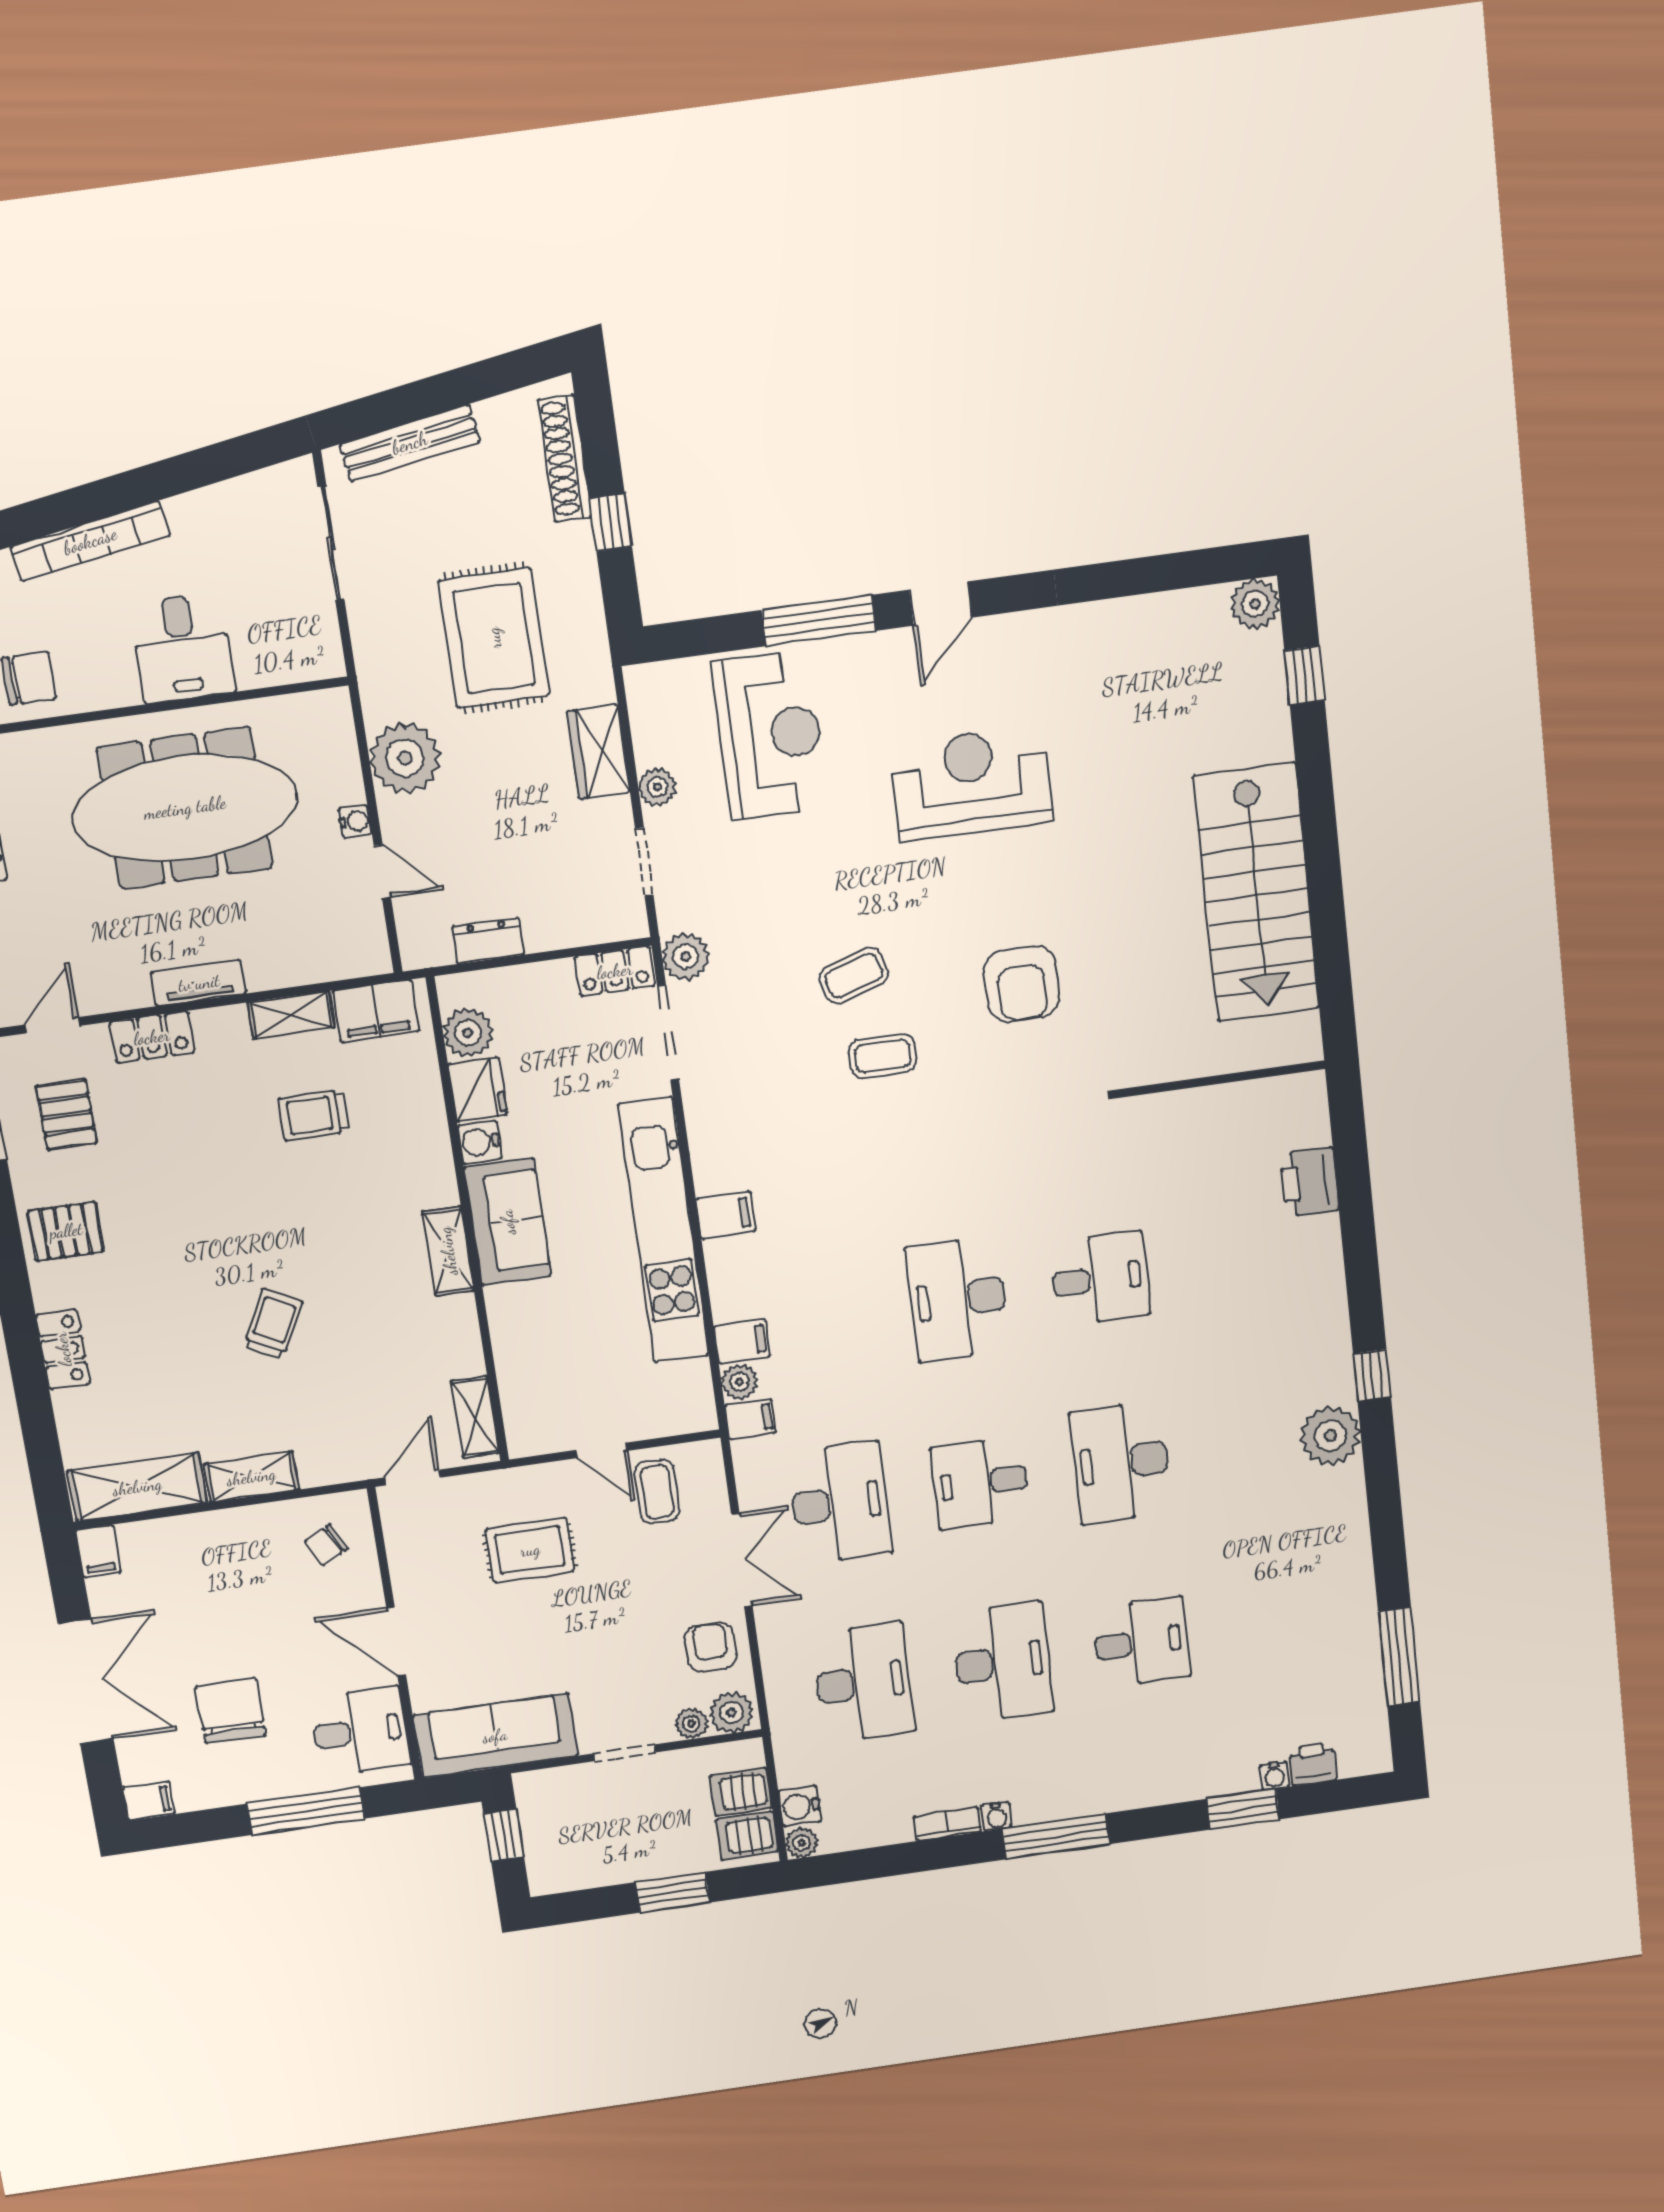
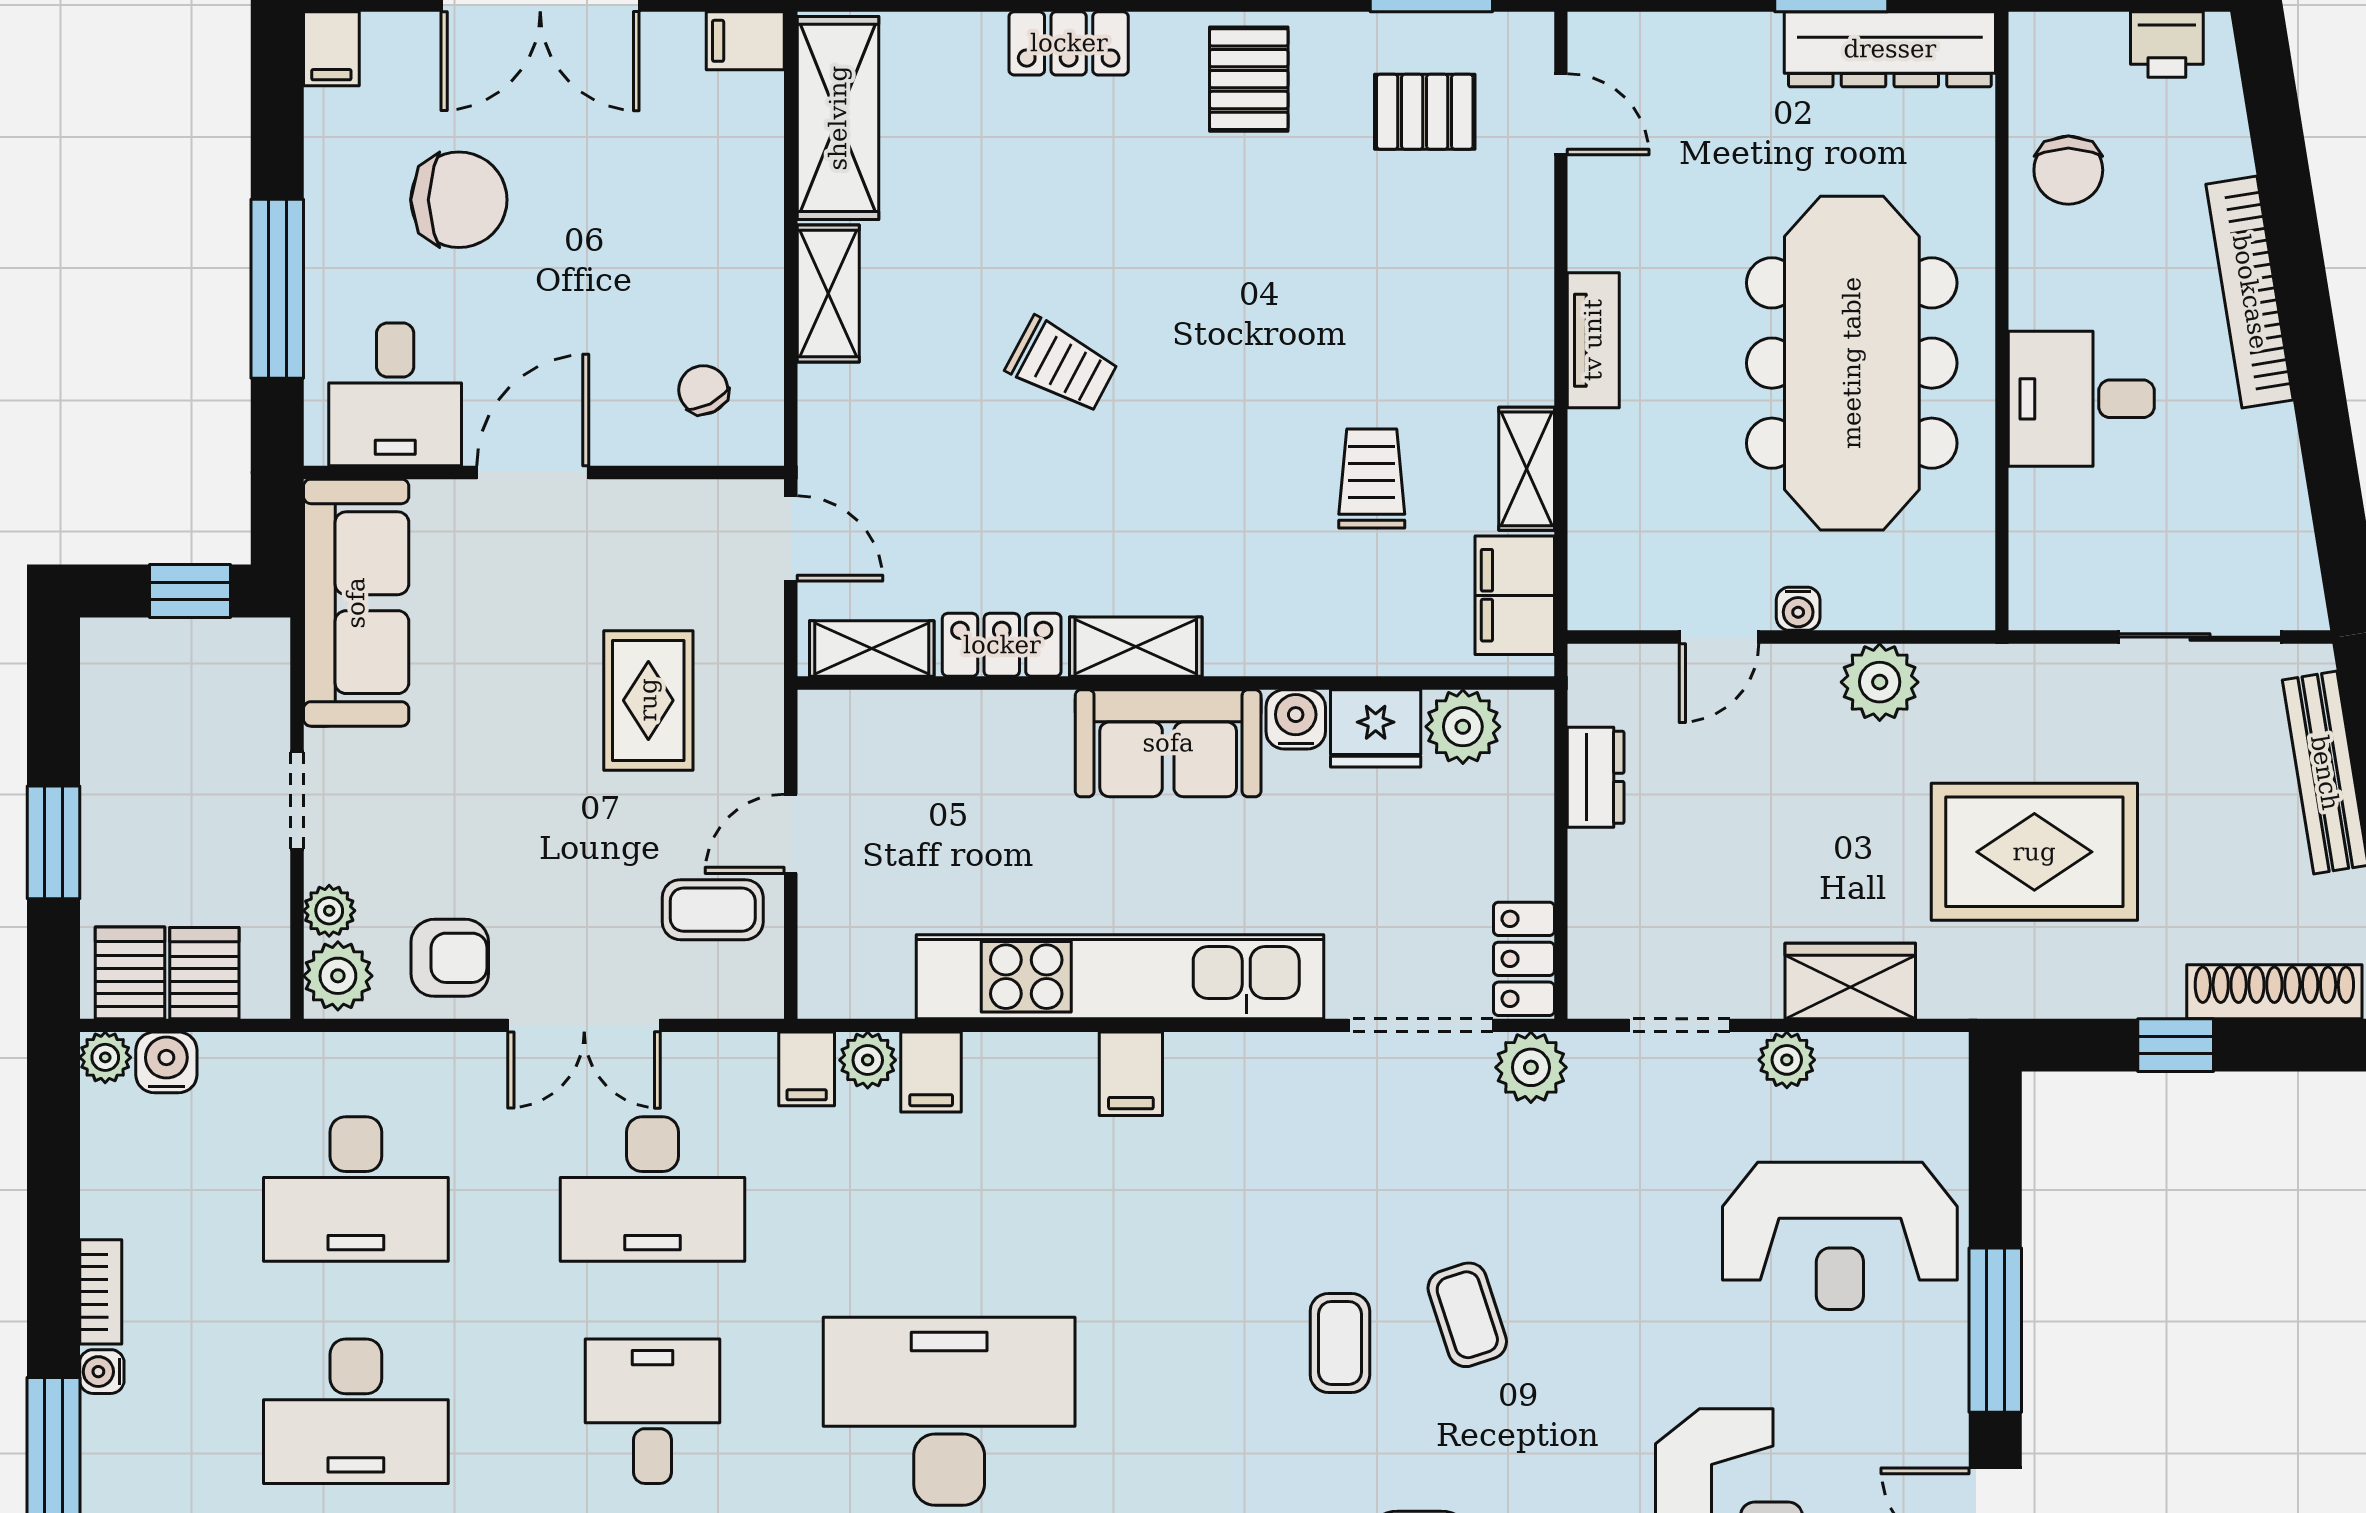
plant: (405, 758) -> (1880, 682), width x0.73, depth x0.73
locker: (152, 1037) -> (1002, 645), moved, turned 90
desk: (958, 1299) -> (949, 1411), width x1.36, depth x1.30

